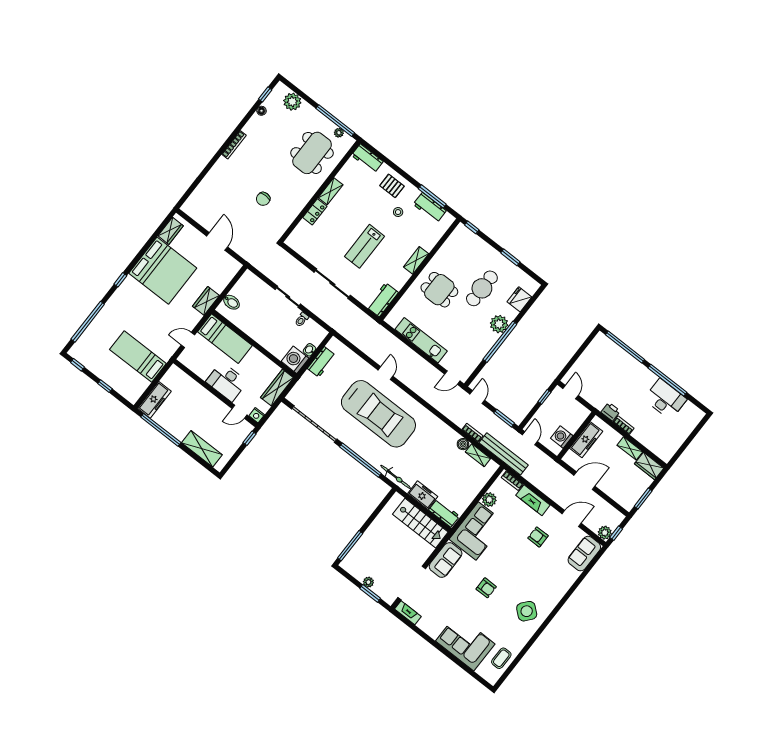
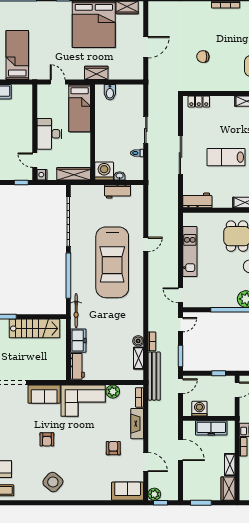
locker: (315, 212) -> (199, 101), moved
stairs: (420, 523) -> (35, 328), moved, turned -90

